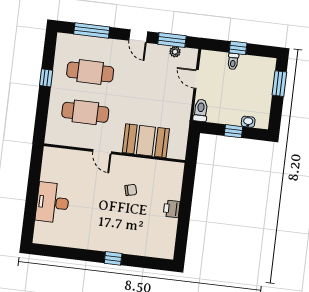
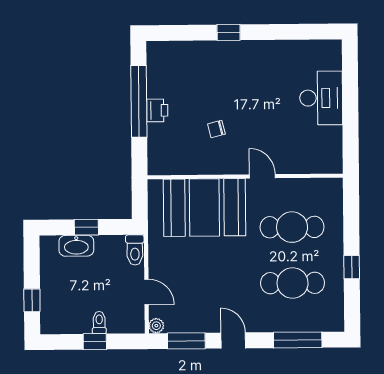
plant: (175, 52) -> (156, 326), moved
window: (279, 84) -> (32, 300), width x0.67
washbasin: (248, 122) -> (76, 246), width x1.91, depth x1.45
booth: (146, 141) -> (204, 207), width x1.36, depth x1.42
window: (184, 217) -> (139, 101), added

